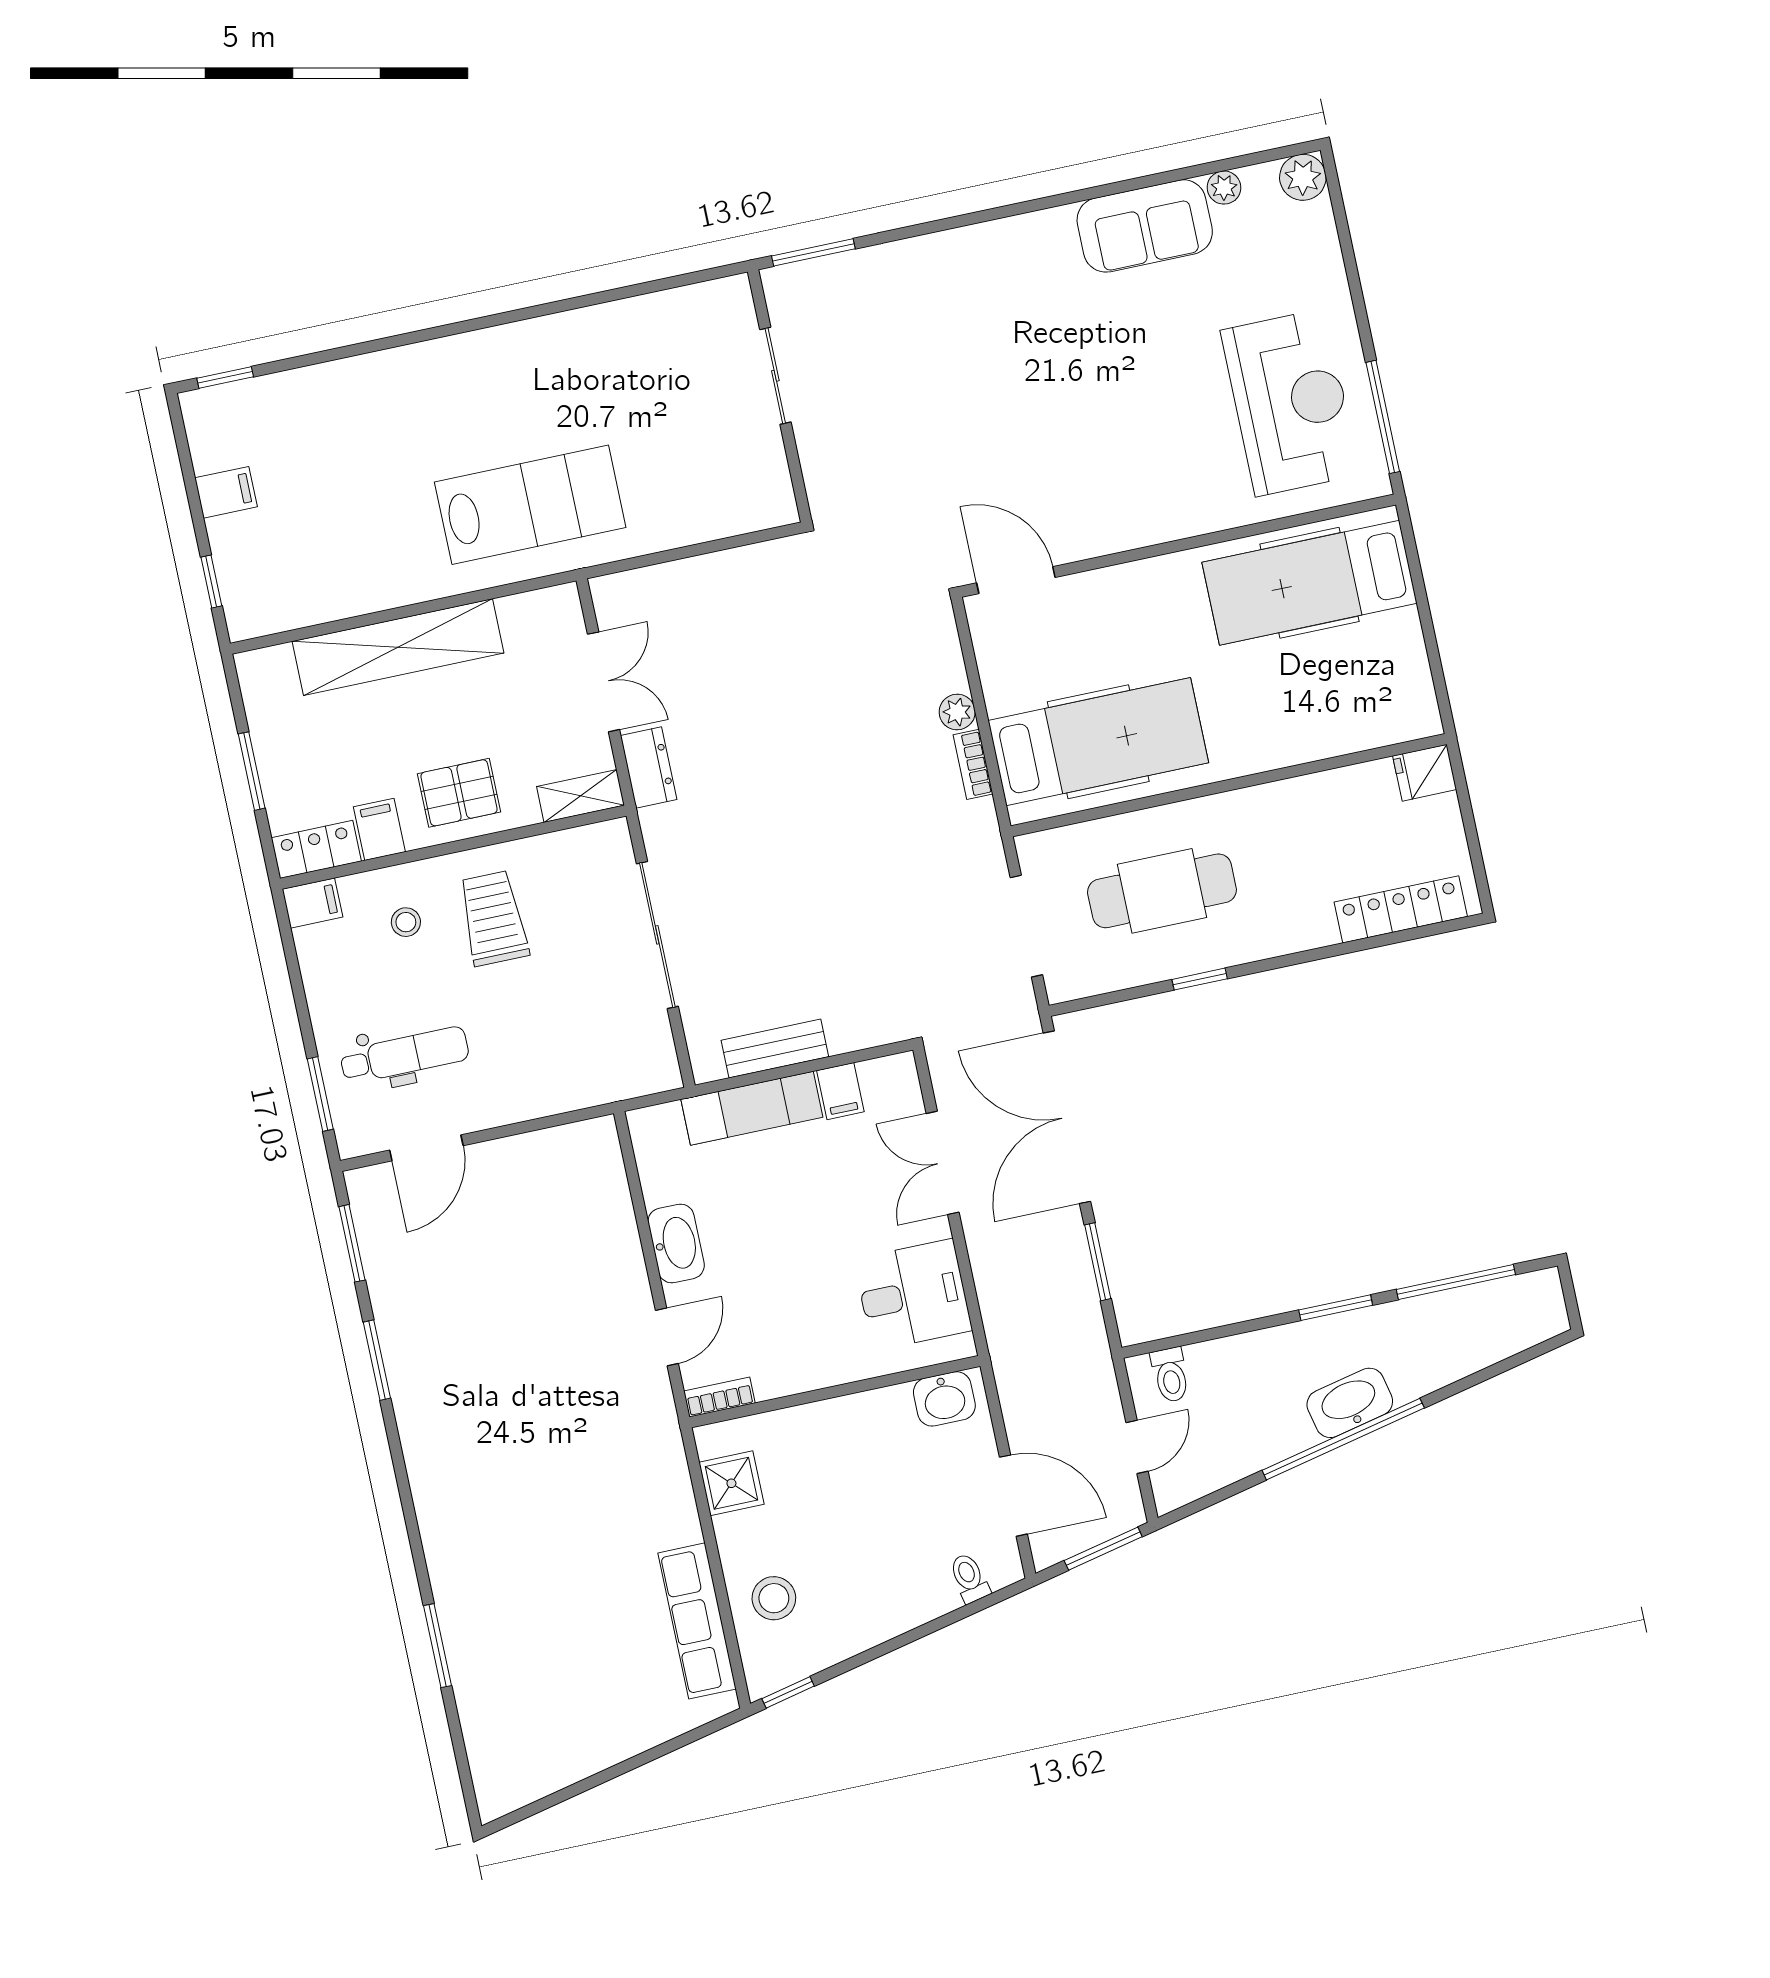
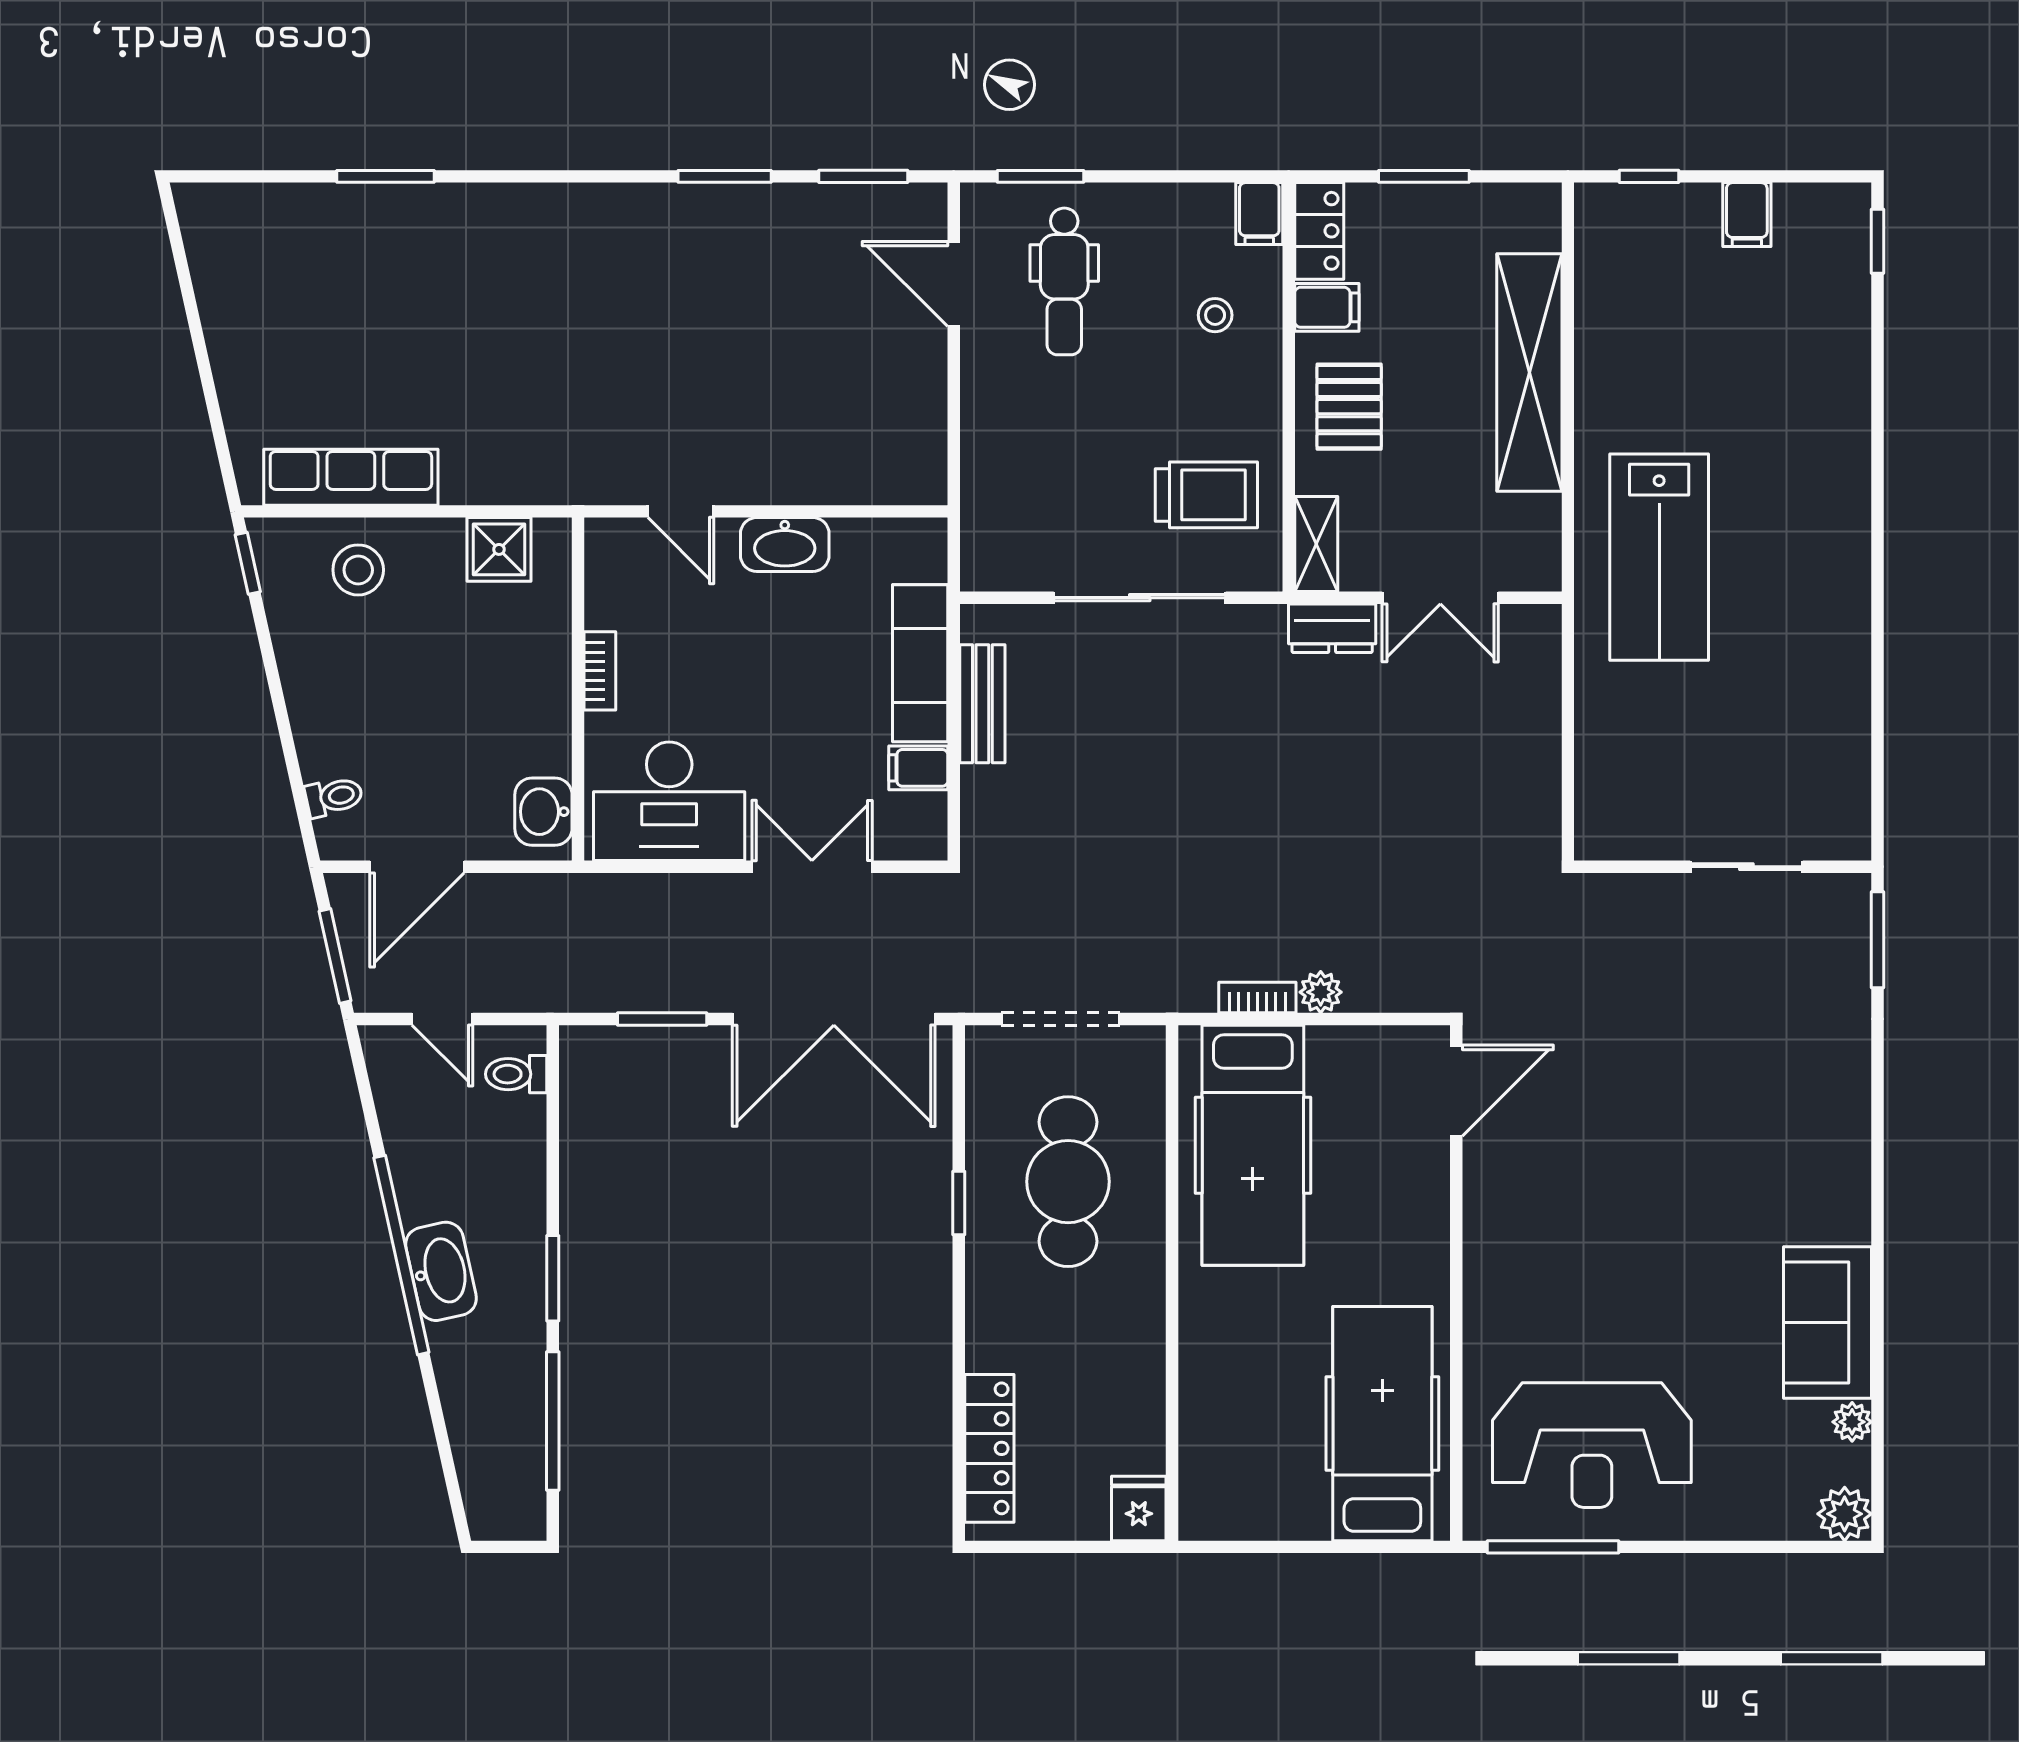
trolley: (493, 918) -> (1206, 495), moved
double door: (1067, 1117) -> (834, 1019), swing flipped
desk: (913, 1295) -> (669, 801), width x1.37
bookcase: (719, 1397) -> (600, 671), moved

